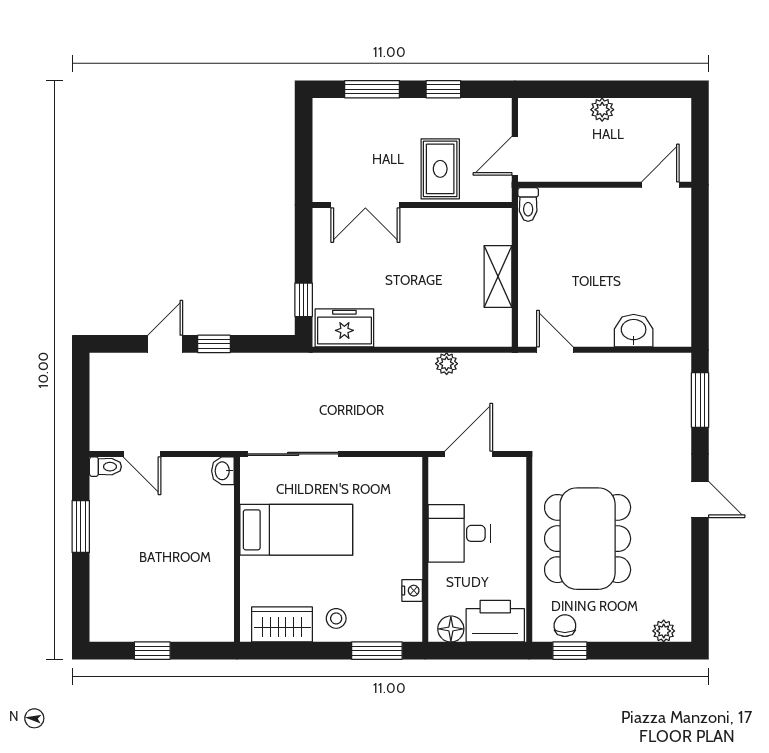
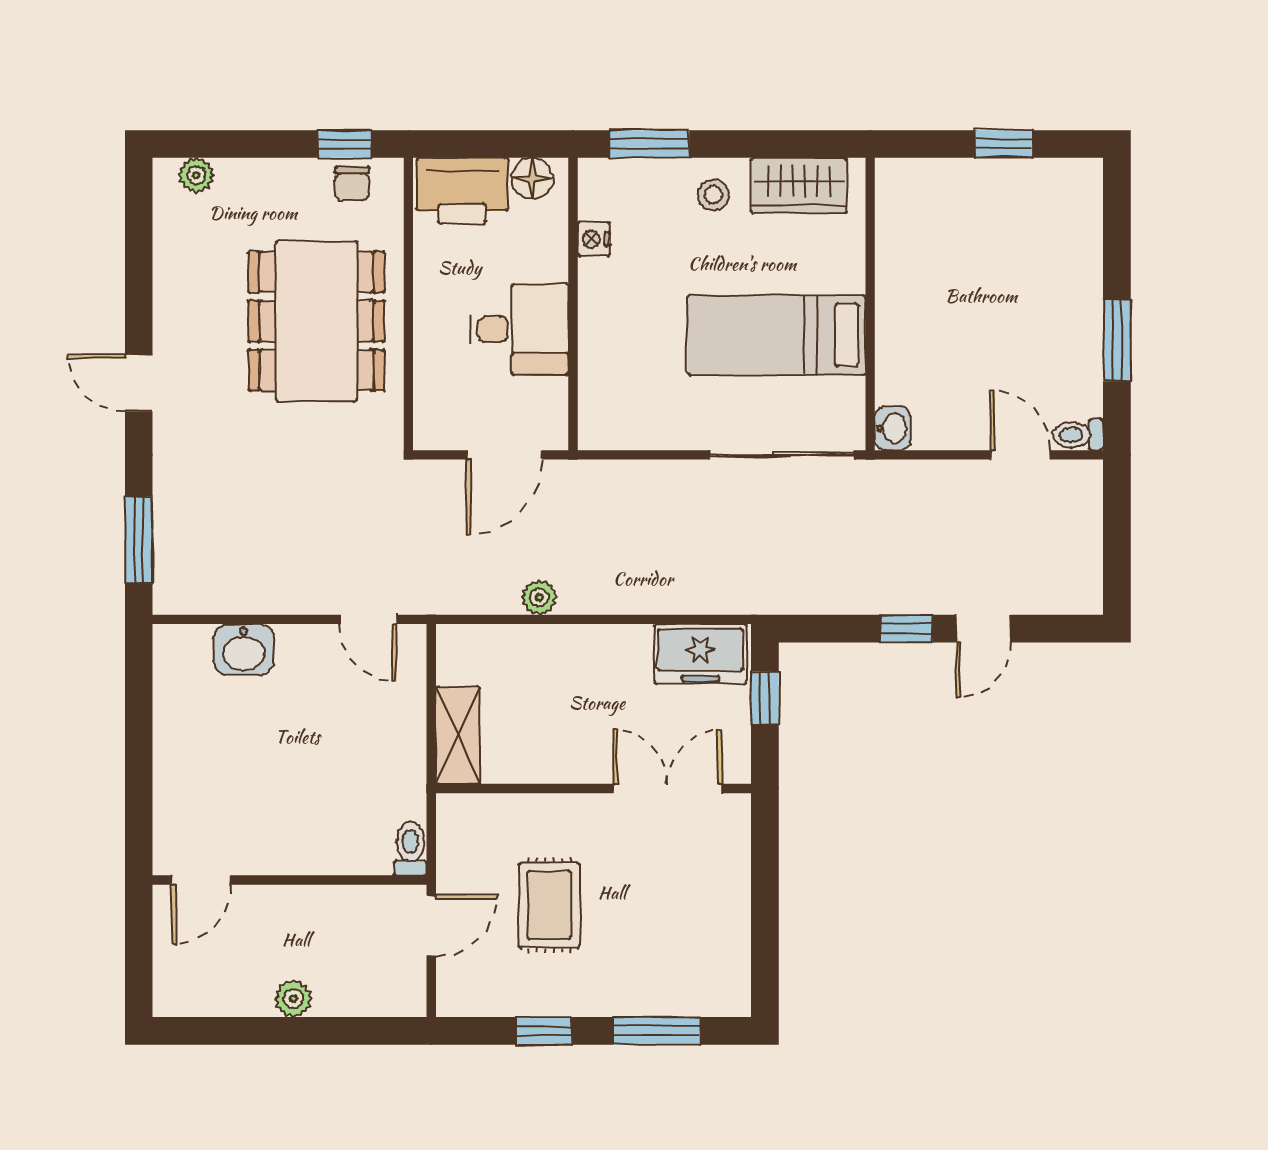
double door: (365, 205) -> (667, 789), moved
wall: (412, 205) -> (594, 789), moved

